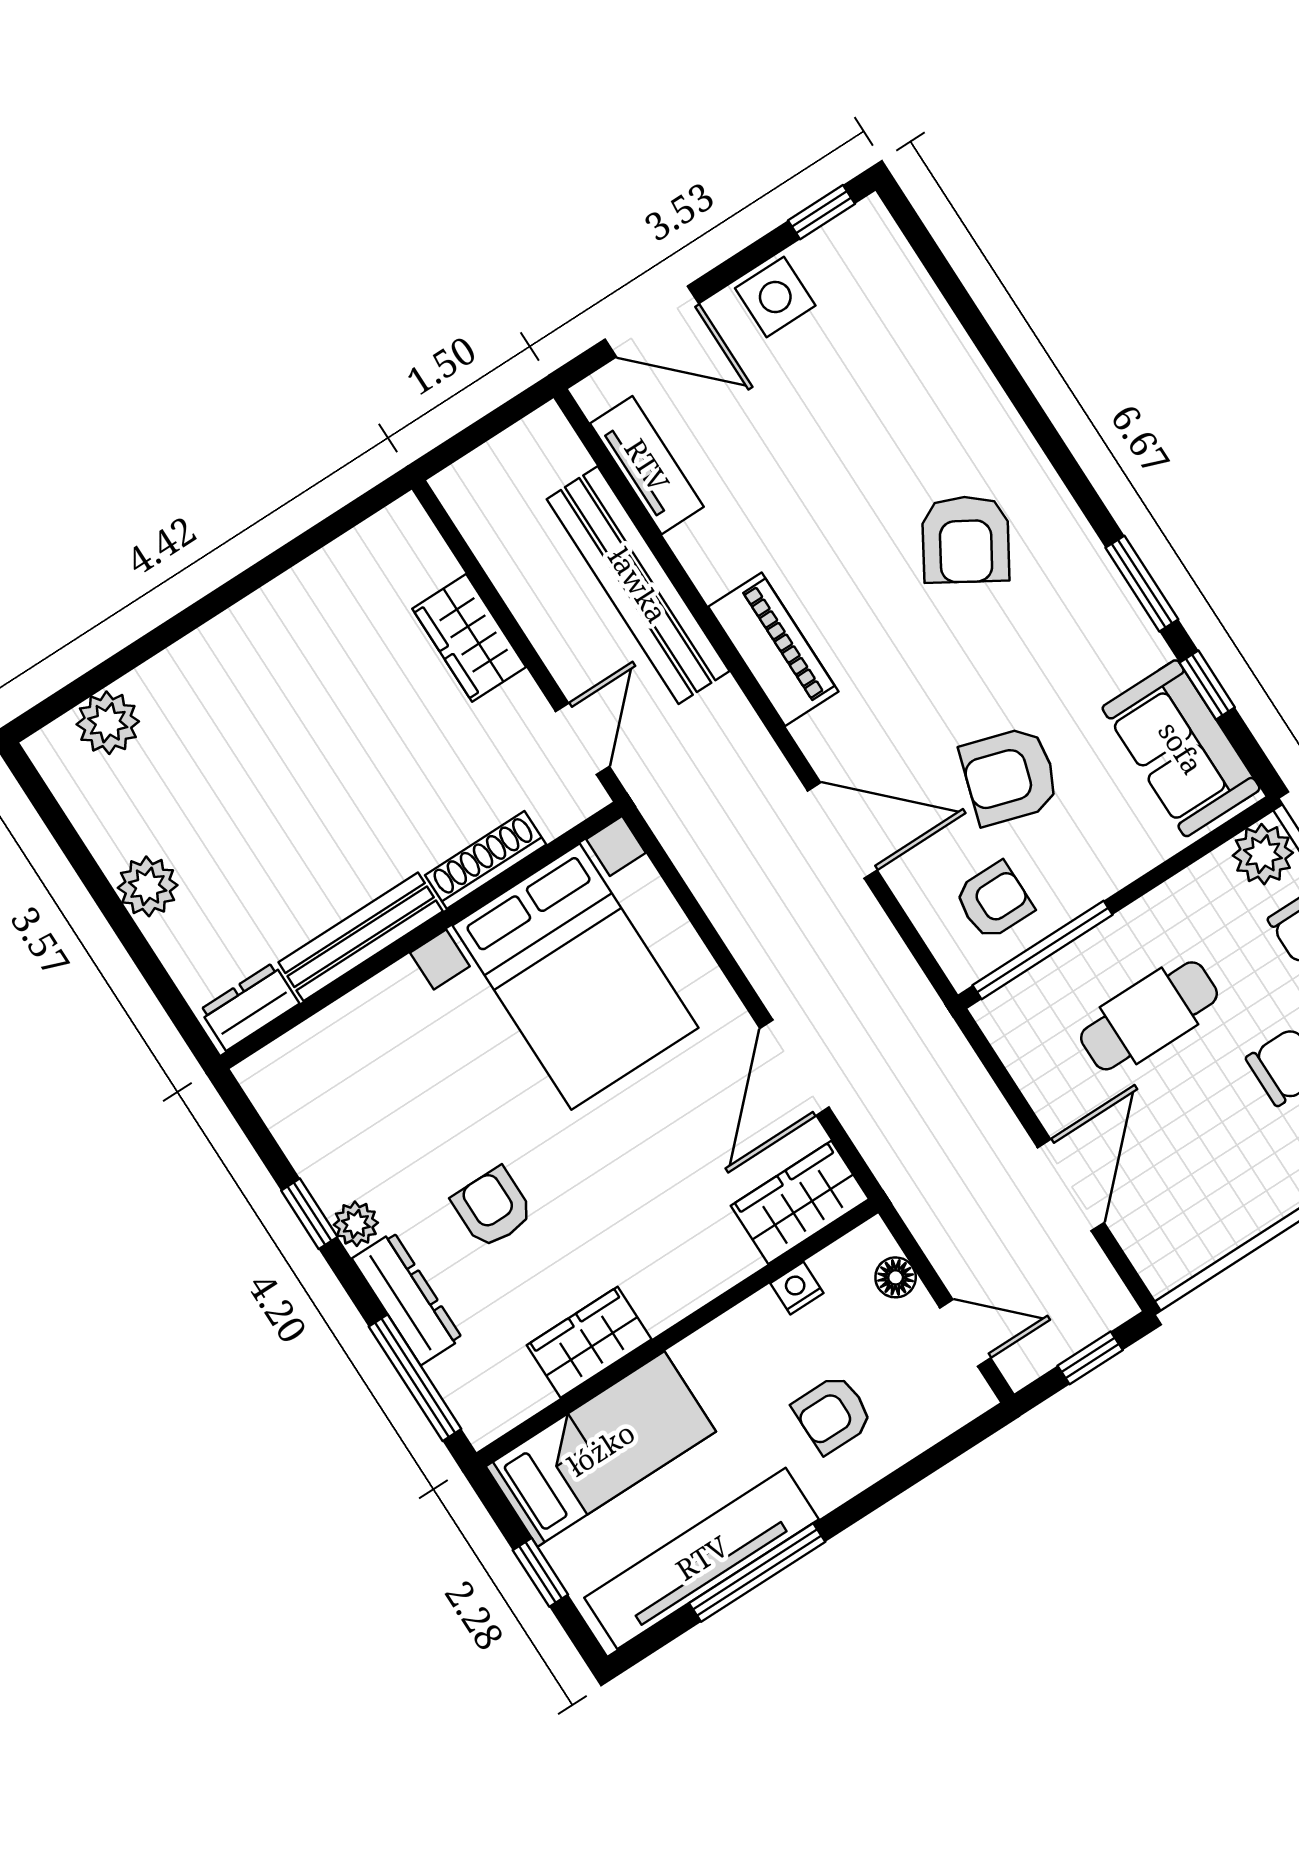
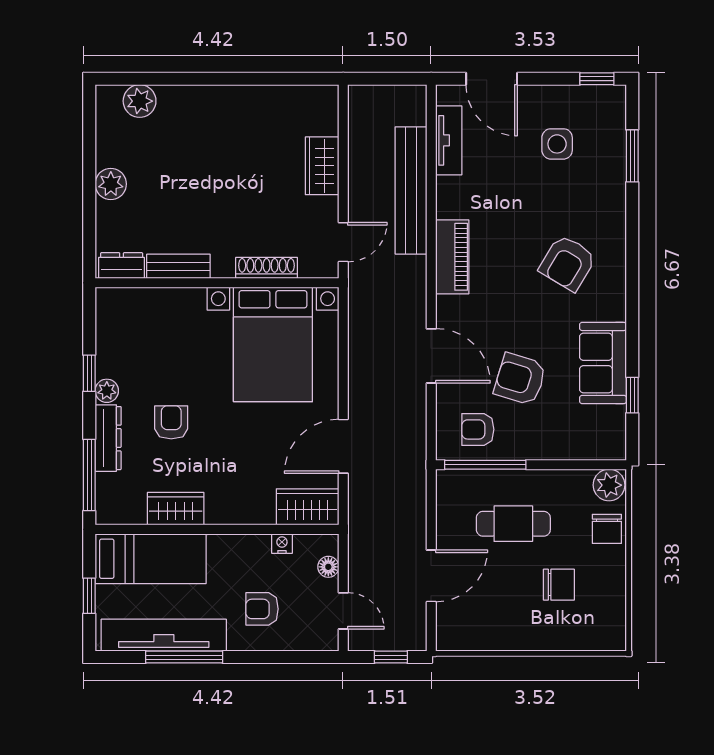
side table: (775, 297) -> (557, 144), moved
window: (1142, 584) -> (632, 156), moved
sofa: (1181, 748) -> (603, 363), moved
armchair: (994, 901) -> (478, 429), turned 180
bench: (361, 937) -> (178, 266), width x0.73

